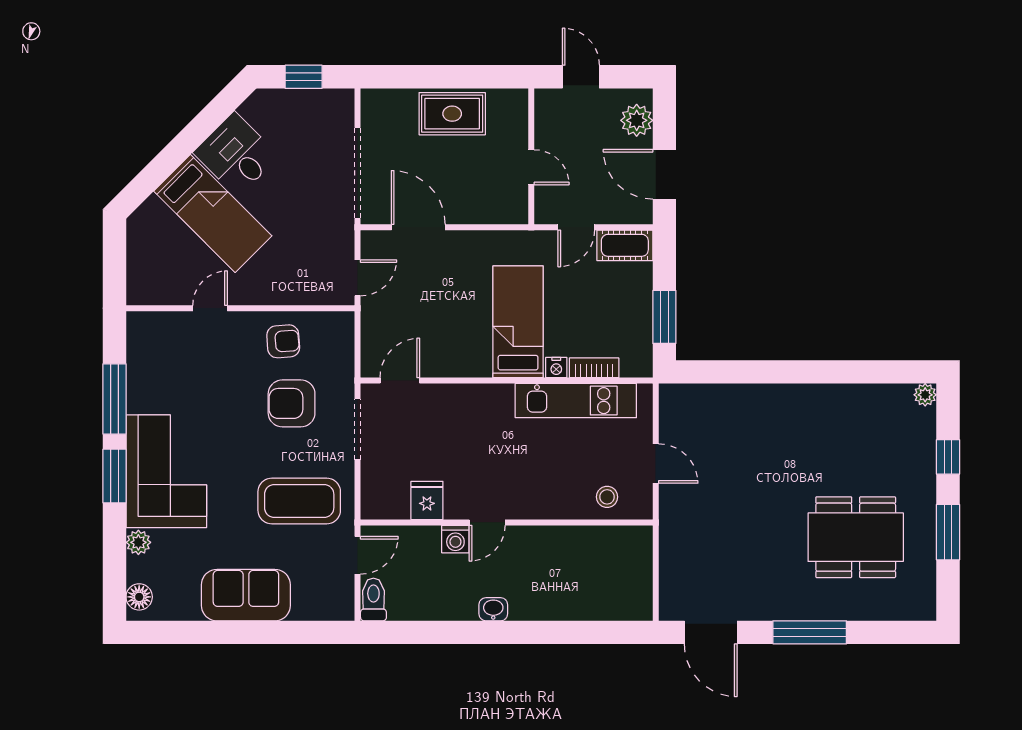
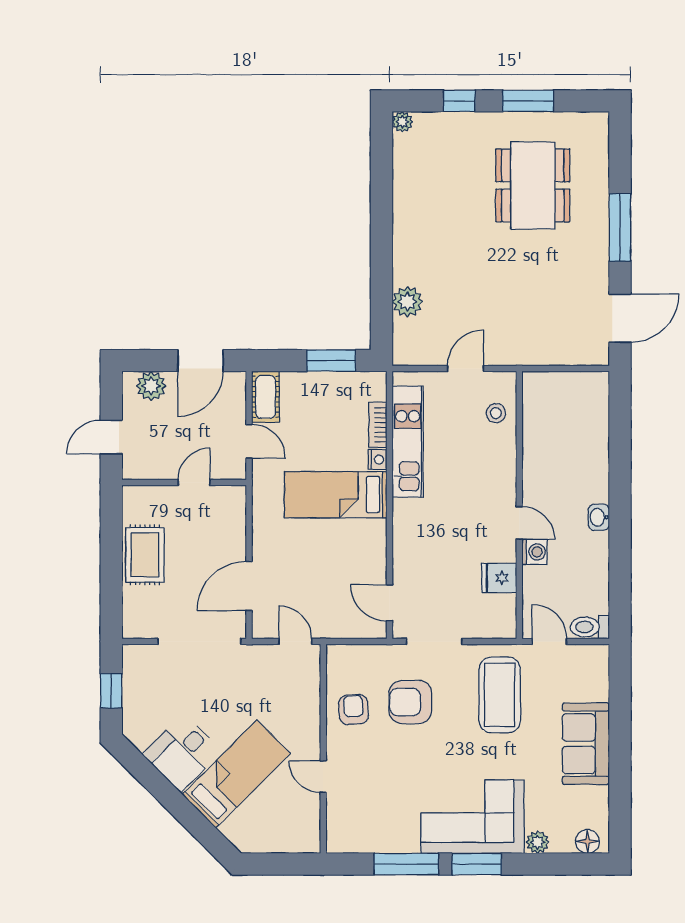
plant: (729, 400) -> (407, 302), added
armchair: (292, 403) -> (410, 702), turned 90

